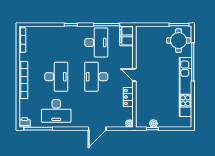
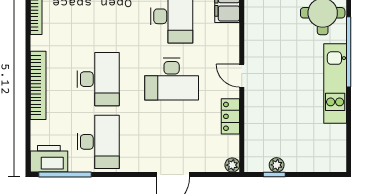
desk: (96, 77) -> (172, 79), turned -90
kitchen unit: (185, 87) -> (335, 84), width x0.73
desk: (56, 111) -> (98, 142), turned -90
printer: (25, 123) -> (49, 159), width x1.87, depth x1.48

